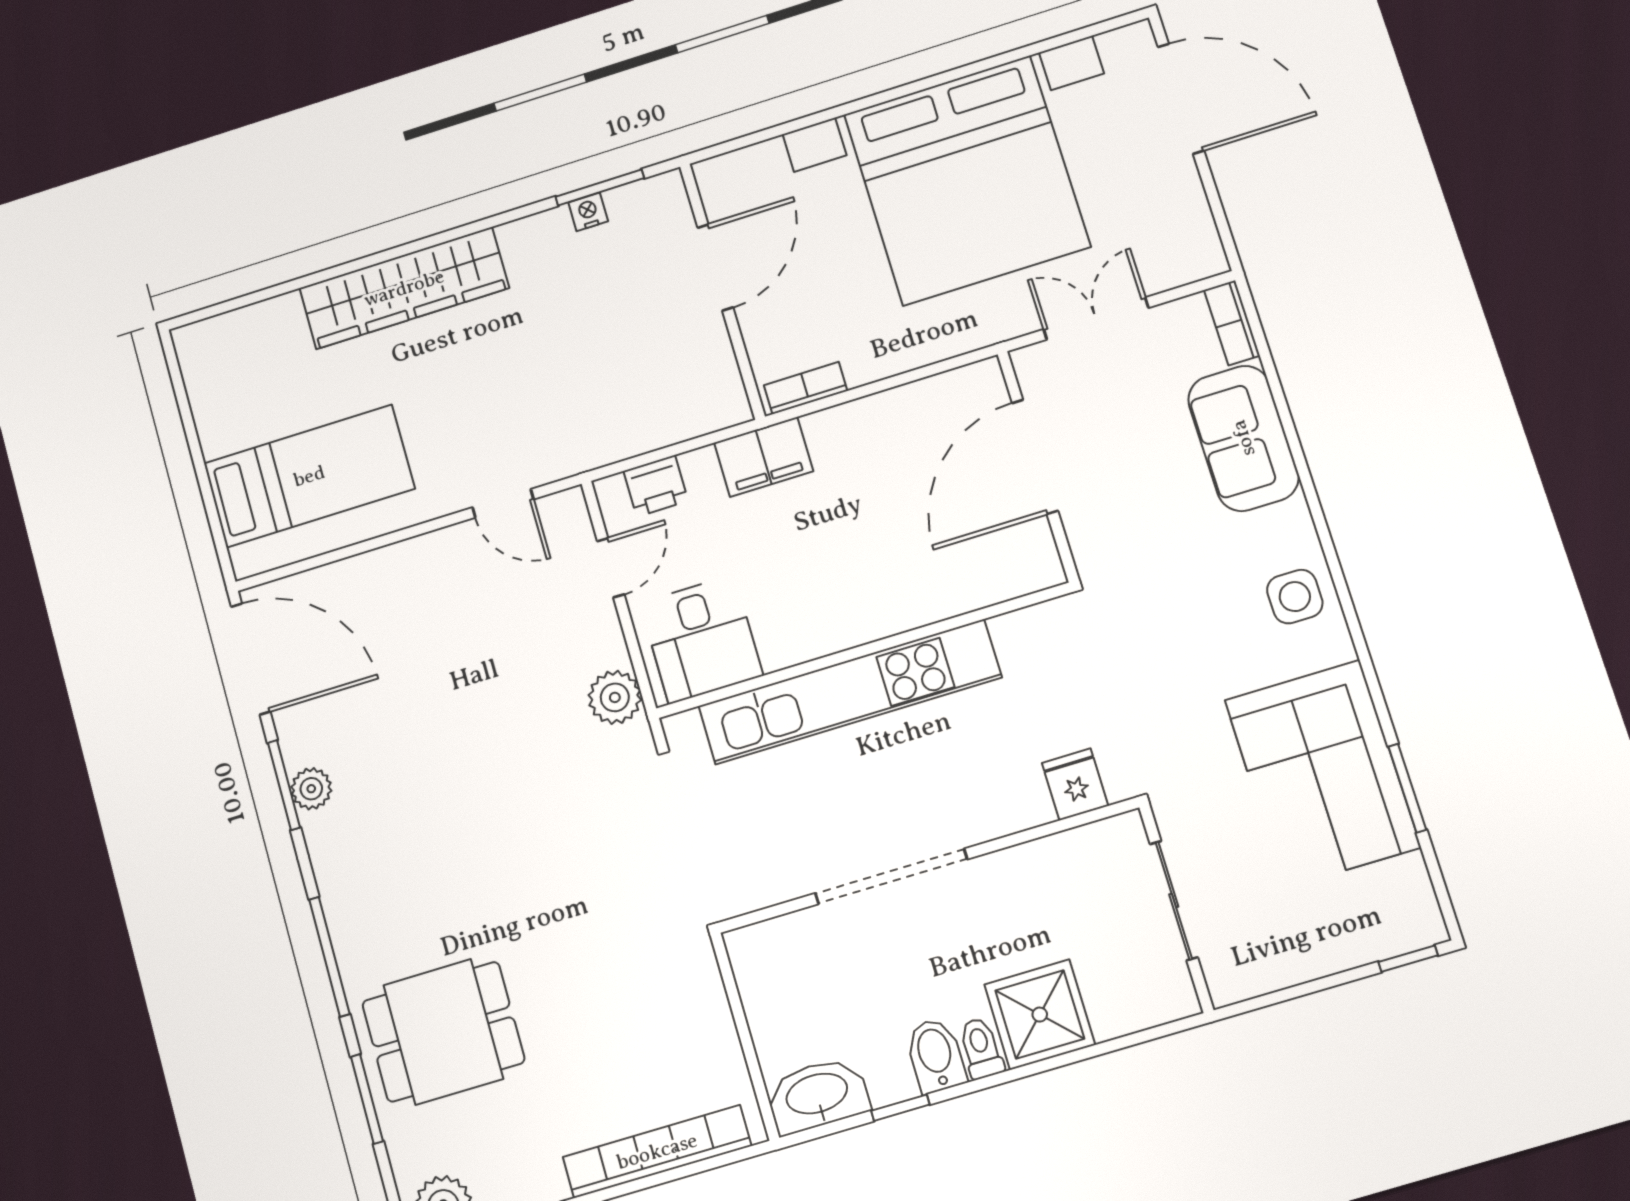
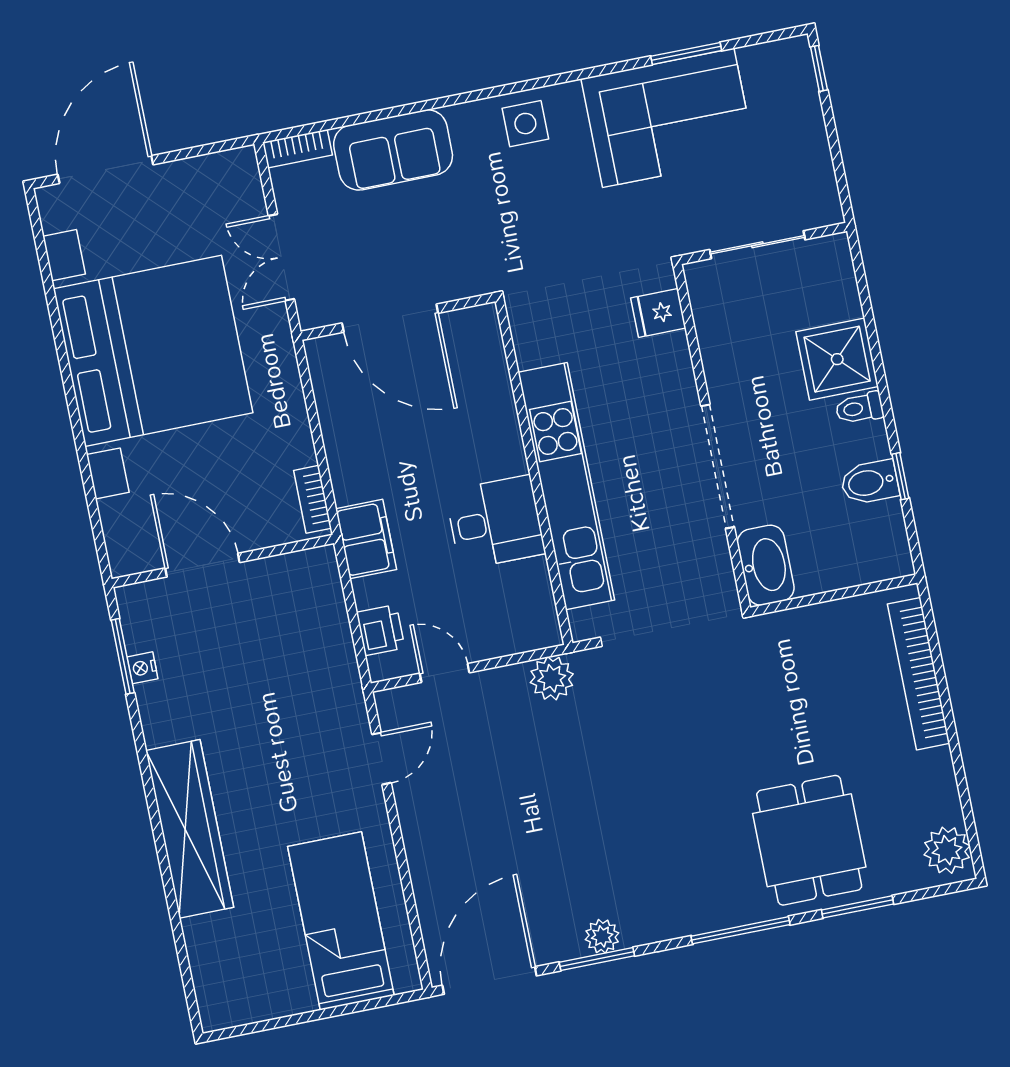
desk: (701, 639) -> (495, 522), moved
bidet: (936, 1055) -> (870, 482), moved
washbasin: (817, 1095) -> (766, 565), moved, turned 180

